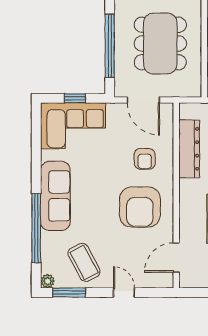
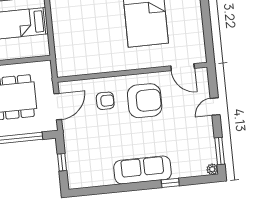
corner sofa: (73, 126) -> (84, 162), removed
dresser: (189, 149) -> (93, 66), removed
window: (36, 228) -> (170, 183), width x0.32
coffee table: (84, 262) -> (194, 141), removed

